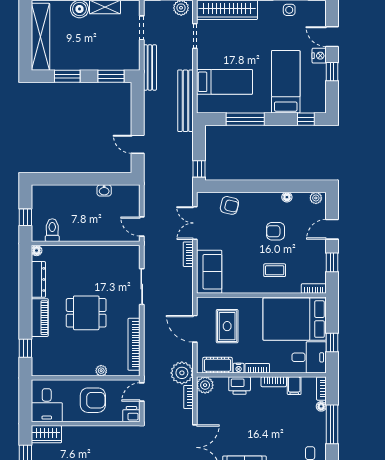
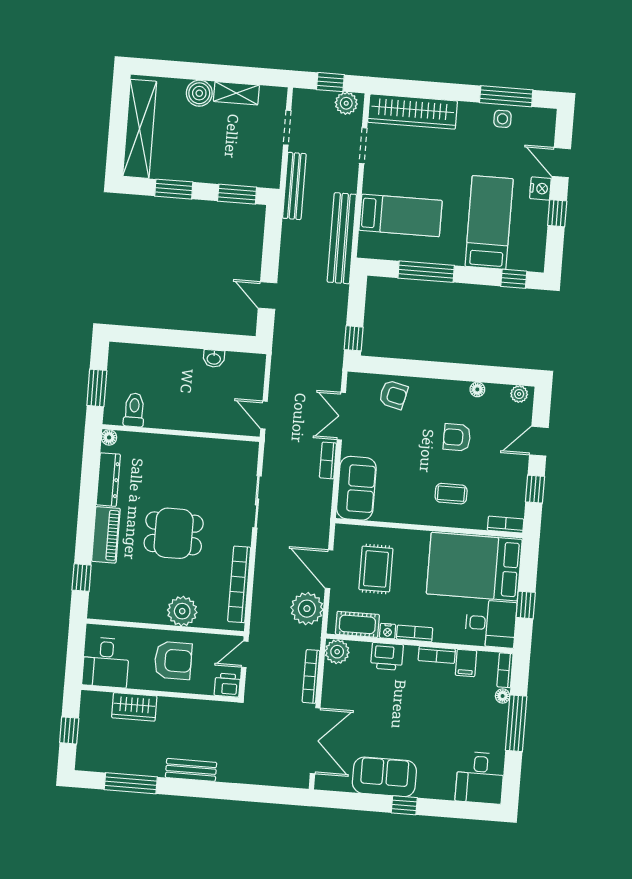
window: (25, 217) -> (97, 388), width x1.50
plant: (101, 371) -> (182, 611), width x1.88, depth x1.88
plant: (182, 373) -> (307, 609), moved
bookcase: (188, 397) -> (311, 676), width x1.56
wardrobe: (46, 434) -> (134, 707), moved

